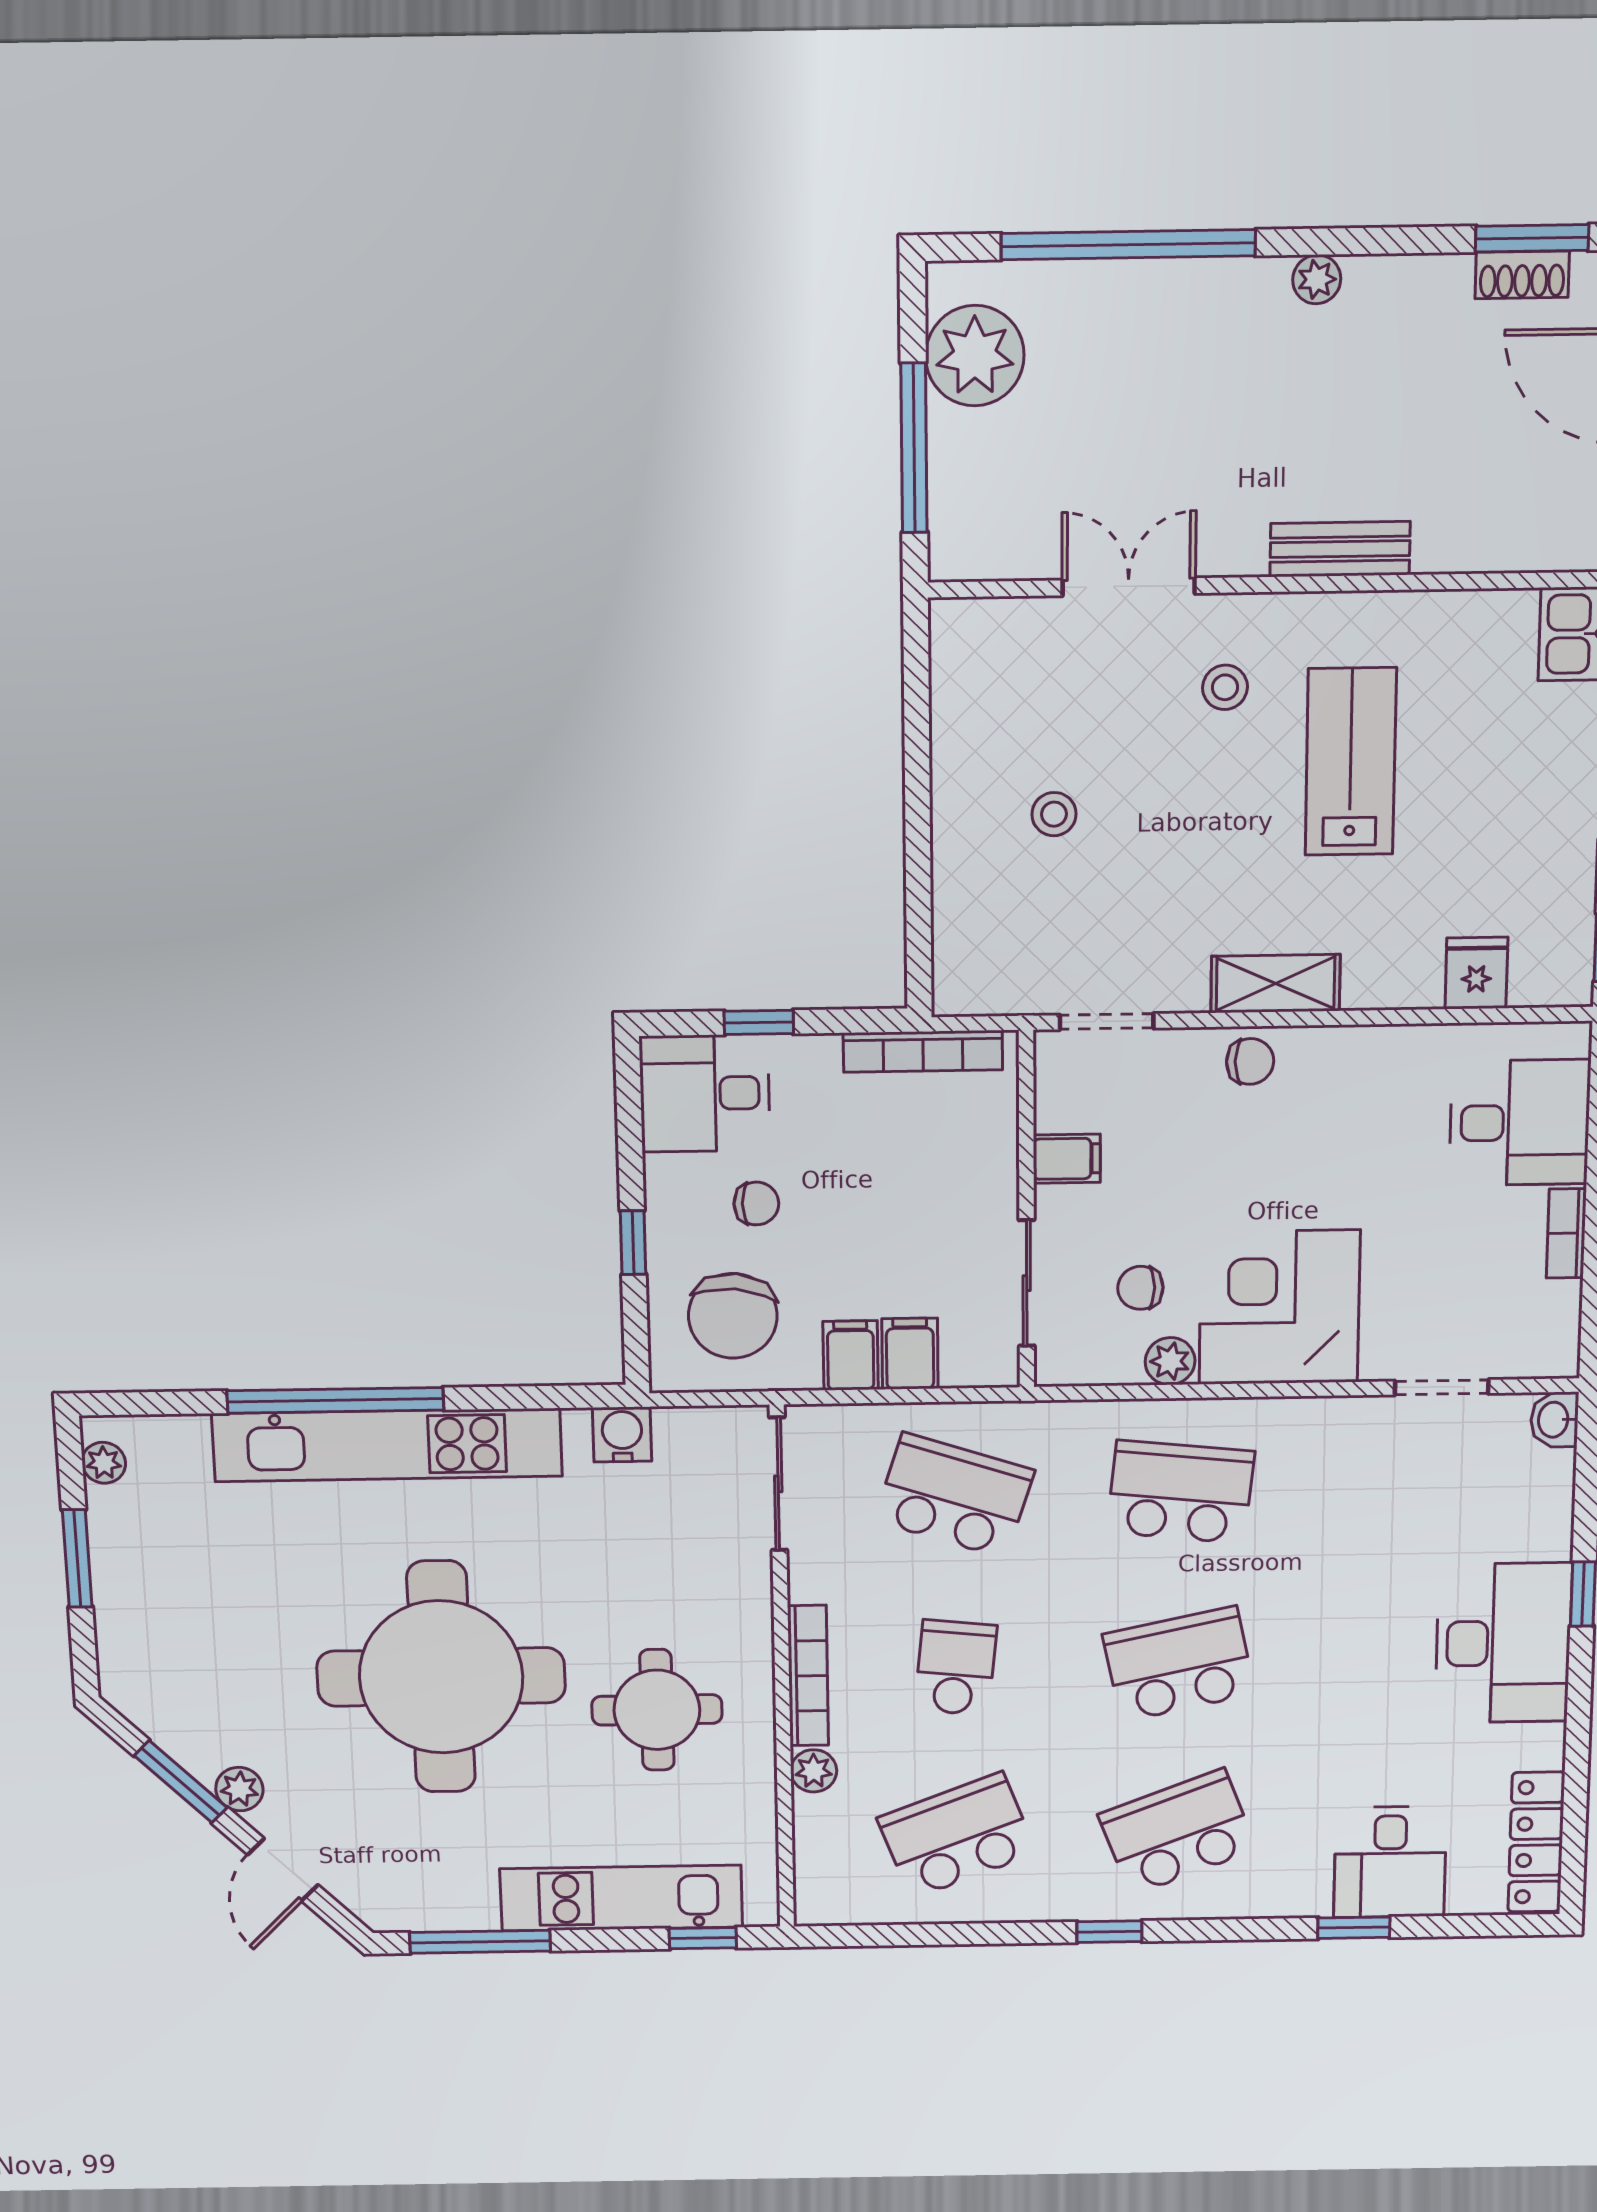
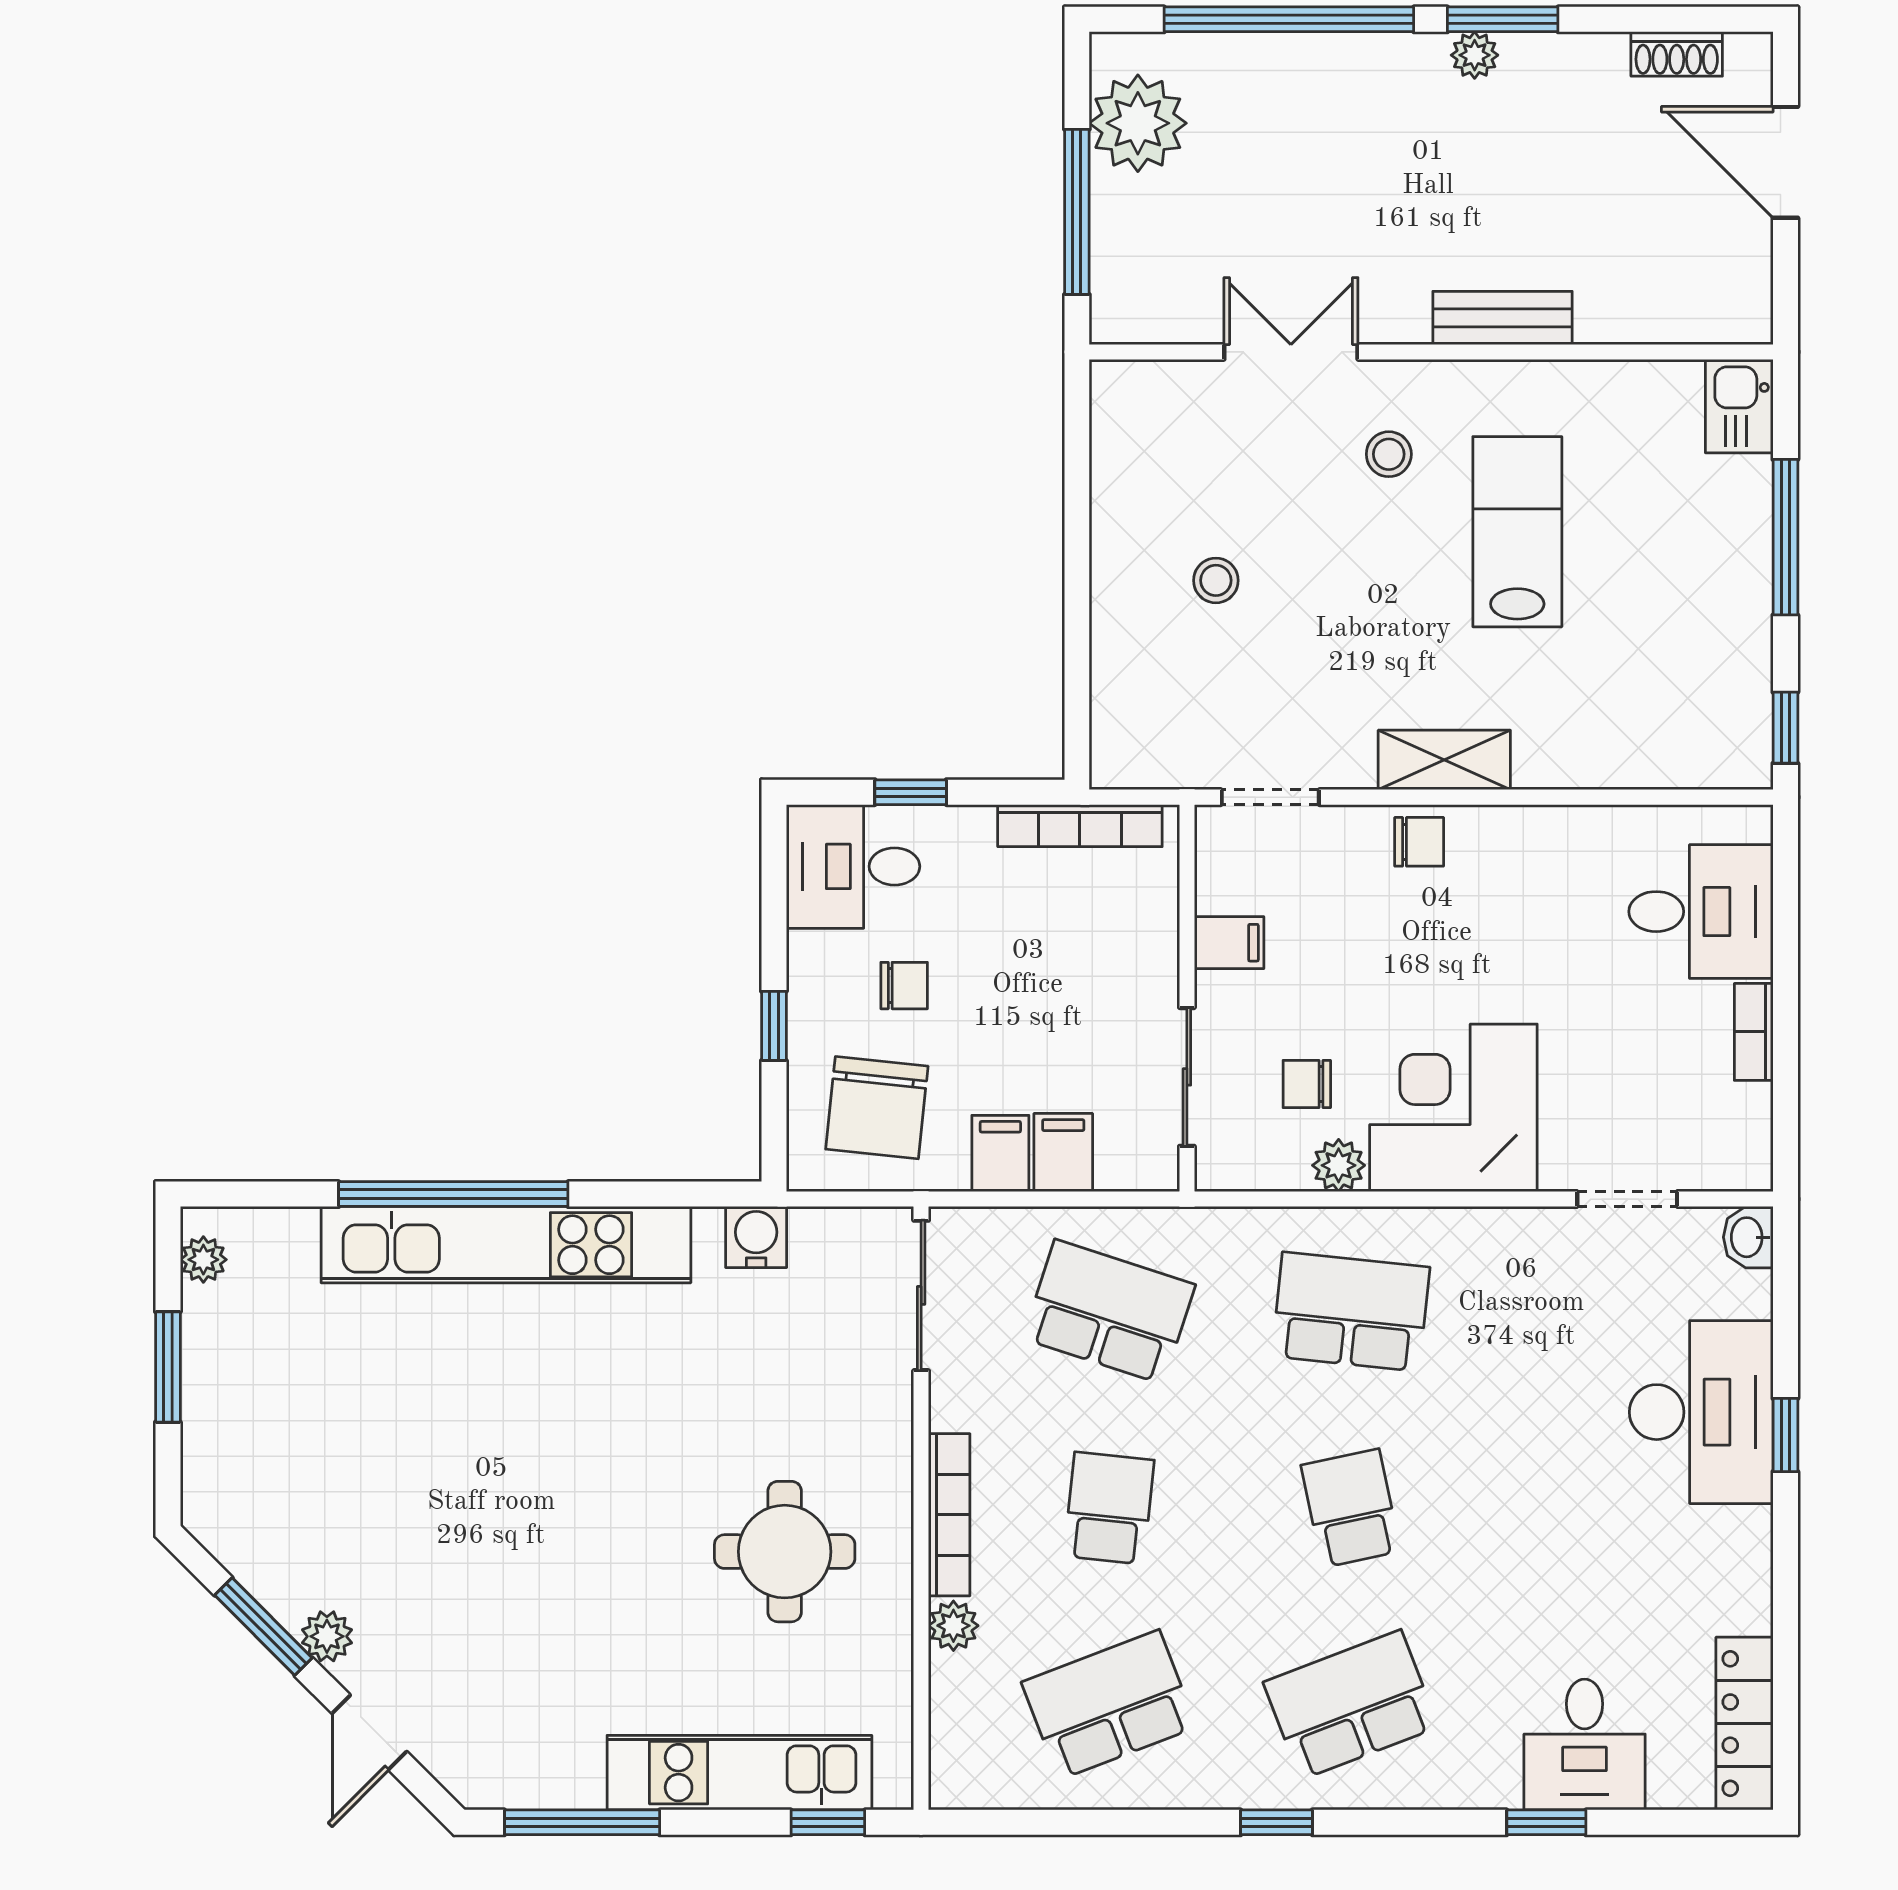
window: (1532, 238) -> (1503, 19), moved
fridge: (1476, 973) -> (1651, 752), removed
desk: (1503, 1643) -> (1701, 1412), moved
school desk: (1179, 1664) -> (1351, 1508), width x0.54
round table: (441, 1677) -> (552, 1509), removed

